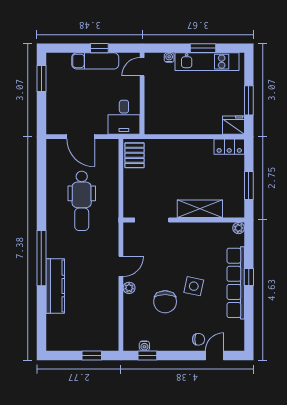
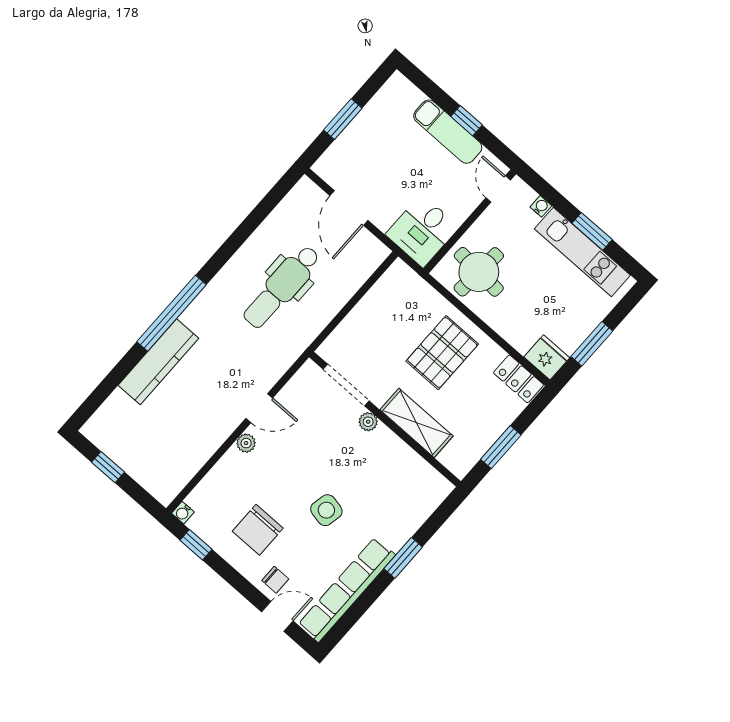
door: (142, 67) -> (498, 189), hinge flipped
window: (41, 78) -> (343, 119), moved
round table: (167, 113) -> (479, 272), added
pallet: (134, 155) -> (442, 353), moved, width x1.50, depth x1.42
plant: (239, 228) -> (368, 422), moved
window: (249, 277) -> (403, 558), width x1.50
row of seats: (236, 283) -> (347, 590), moved
chair: (165, 302) -> (258, 530), moved
water cooler: (144, 346) -> (183, 513), moved
window: (92, 356) -> (108, 467), moved

